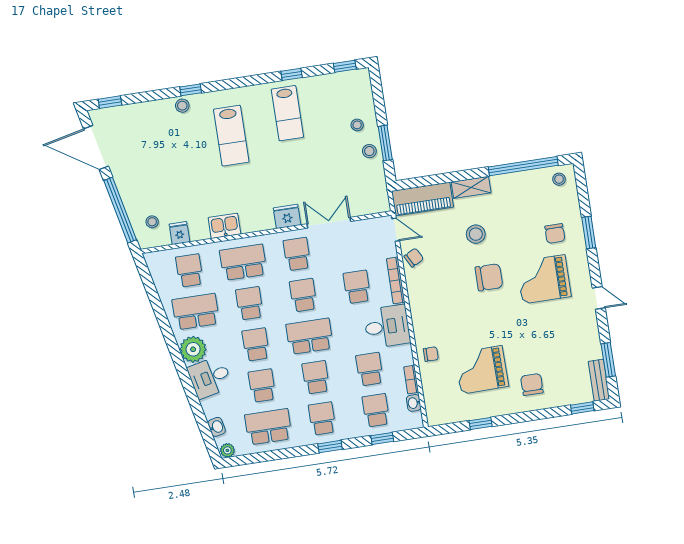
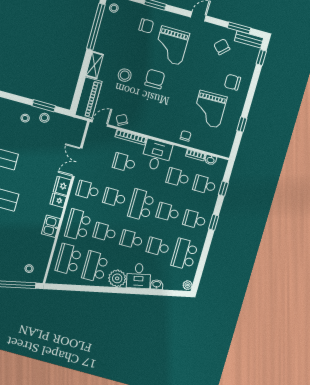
fridge: (179, 233) -> (58, 200), moved
school desk: (189, 270) -> (69, 259), width x1.85
chair: (573, 348) -> (222, 47), added
washbasin: (217, 427) -> (157, 285), moved

